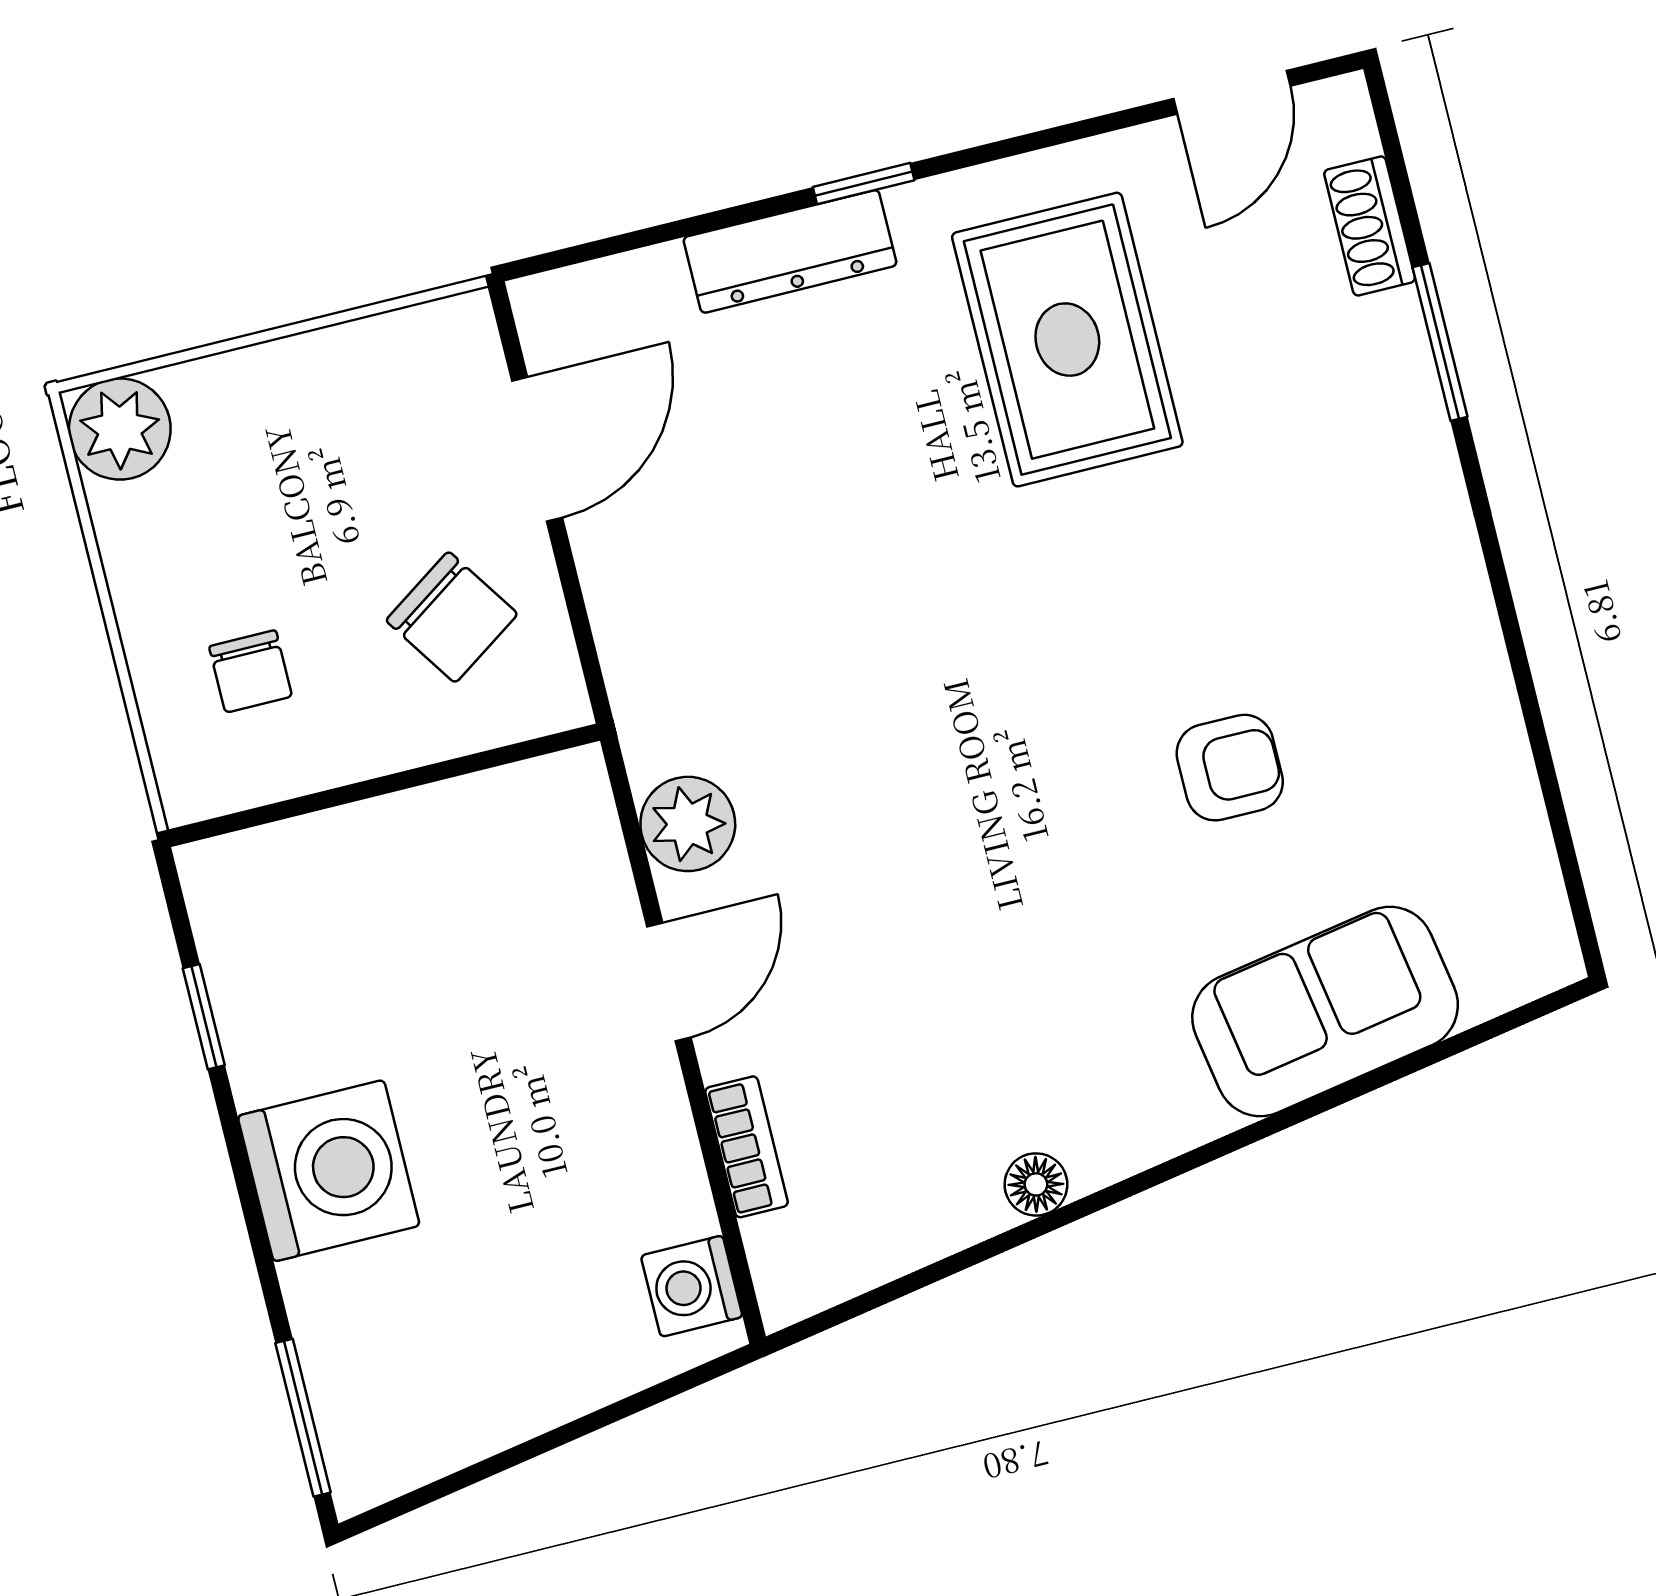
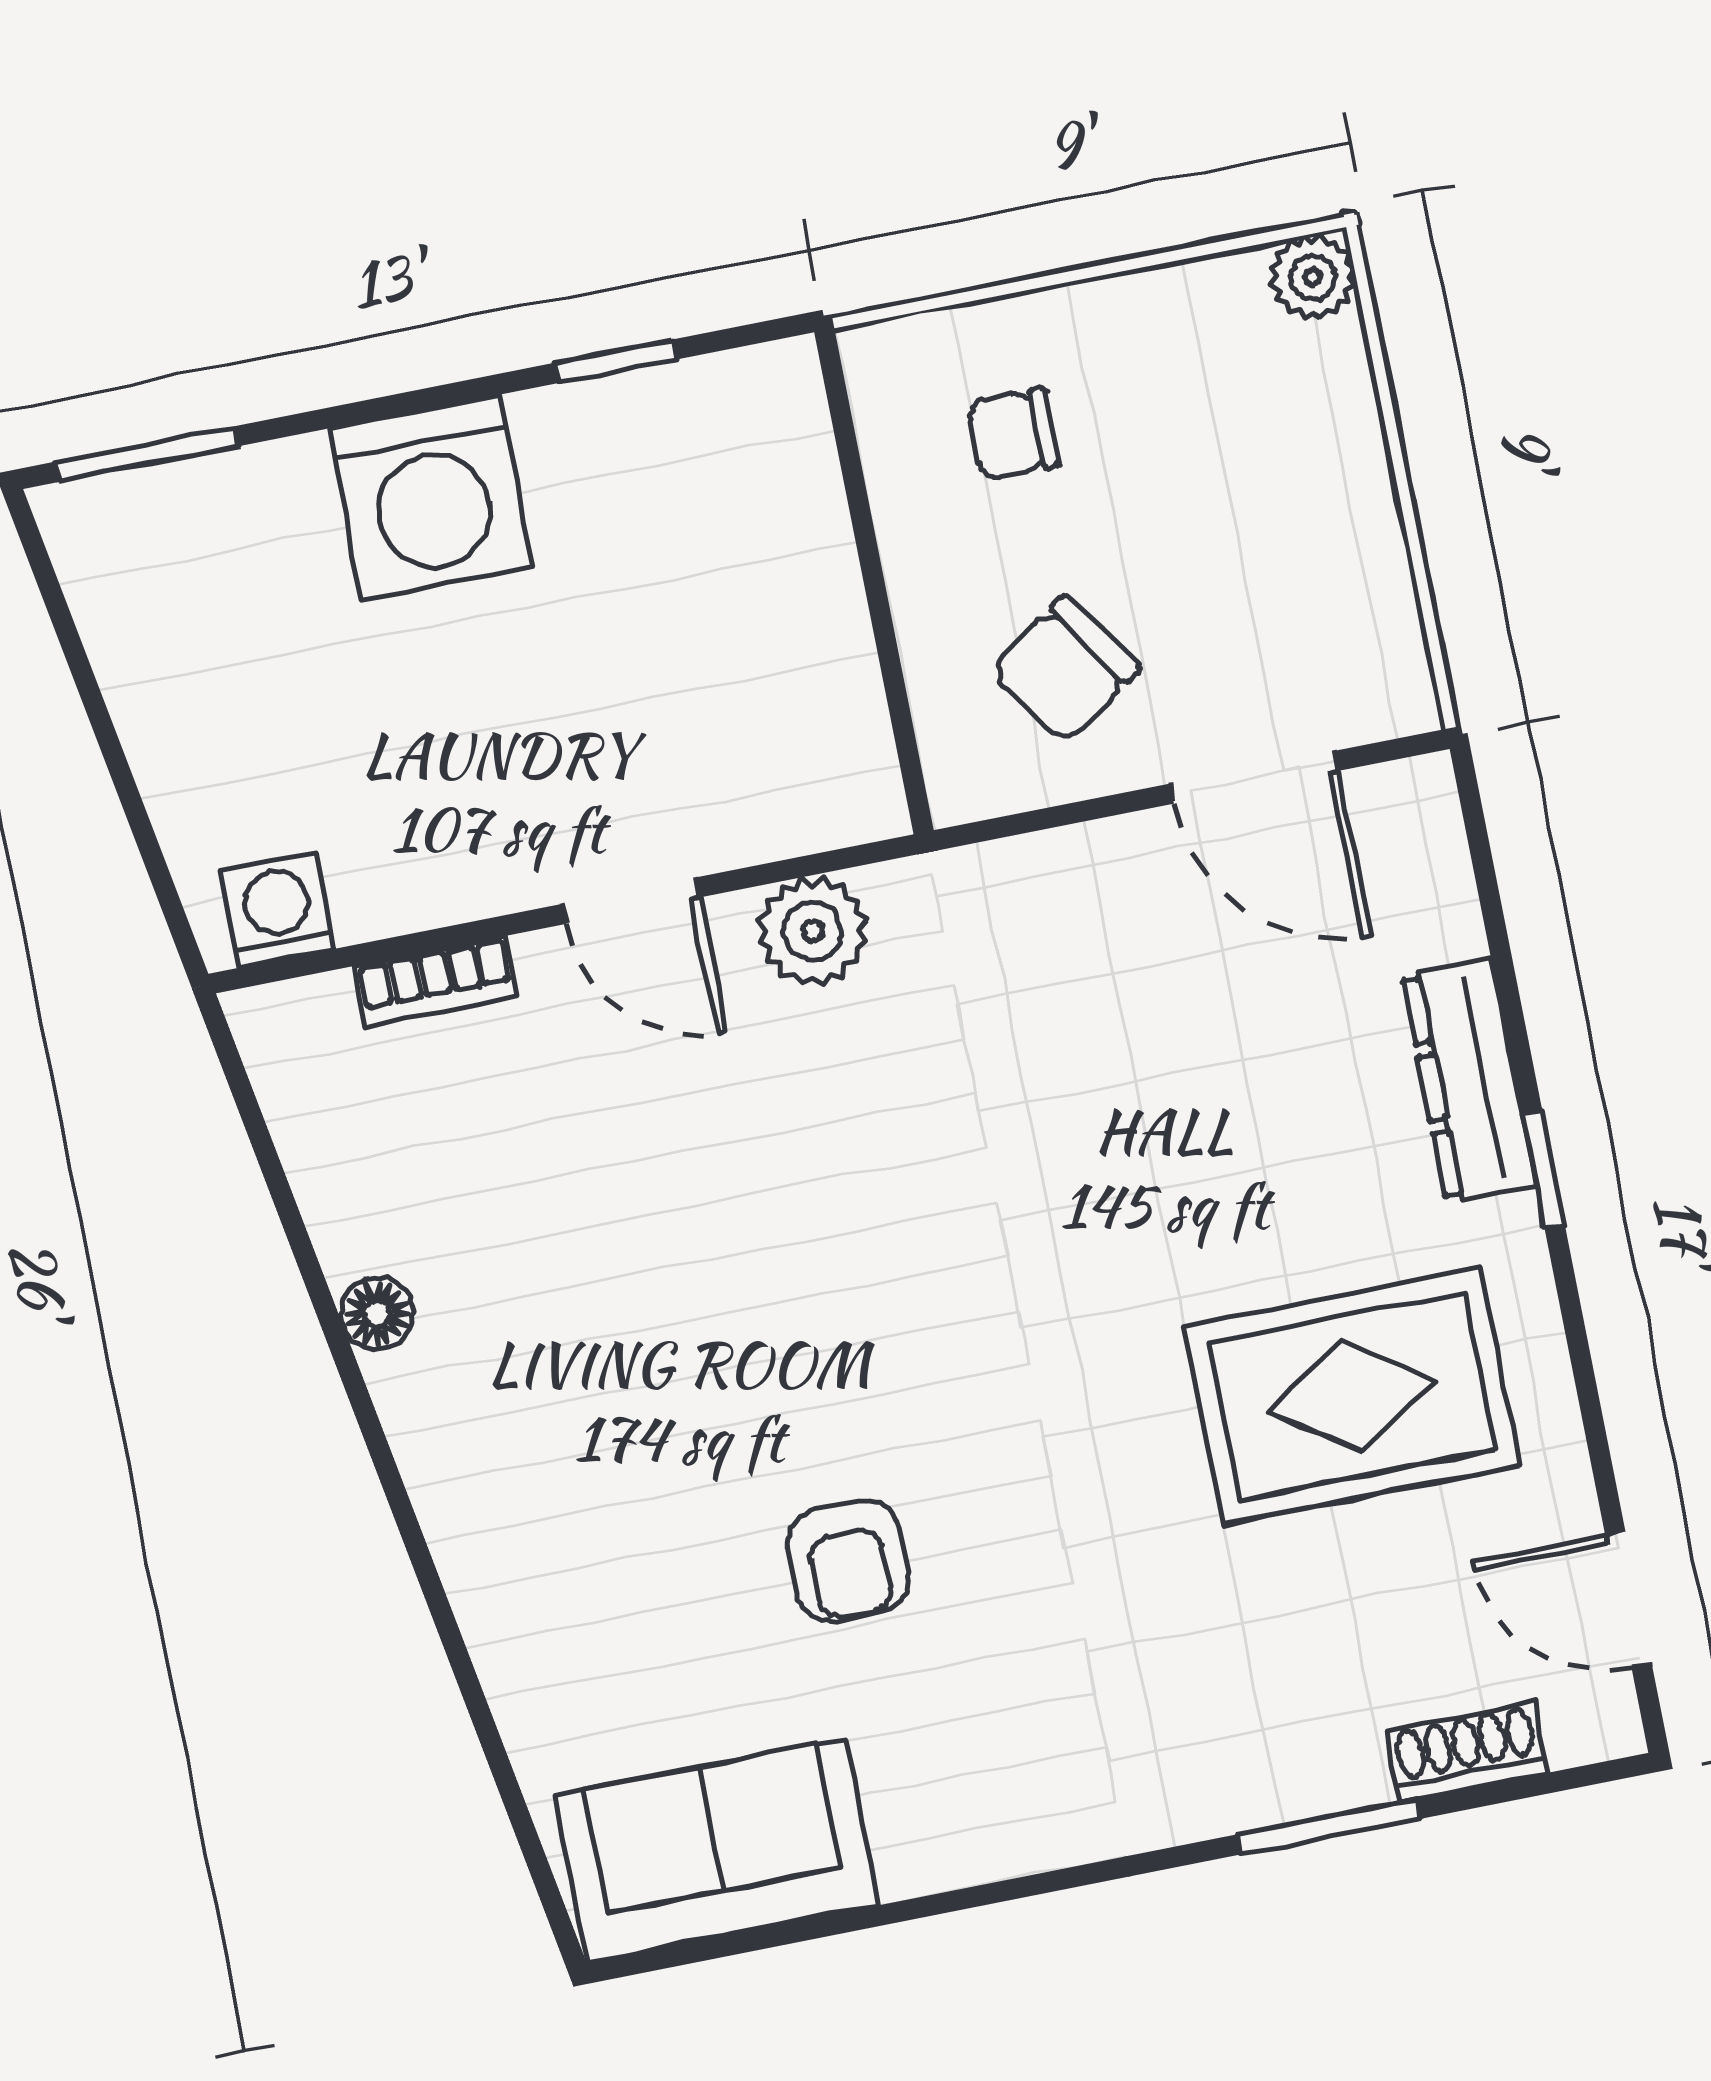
plant: (120, 429) -> (1313, 277), width x0.73, depth x0.73
sofa: (1325, 1011) -> (717, 1850), moved, turned -80

